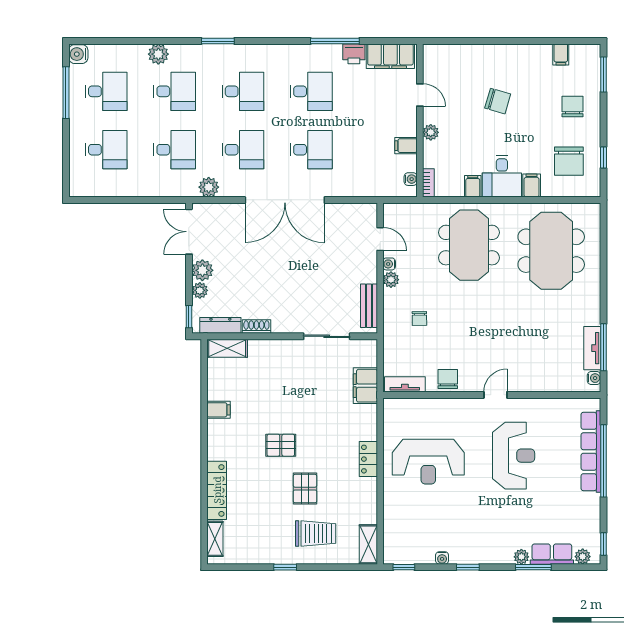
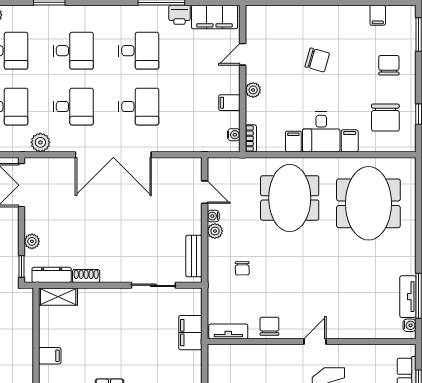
door: (420, 95) -> (243, 54), swing flipped
plant: (202, 270) -> (34, 222), removed

